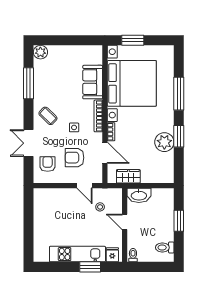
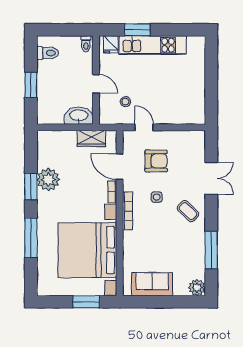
sofa: (93, 82) -> (152, 284), moved, turned -90
armchair: (48, 164) -> (188, 153), removed

